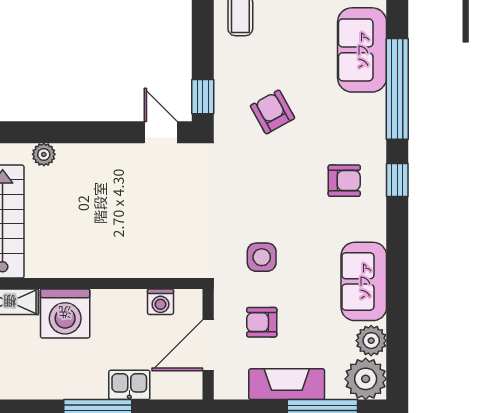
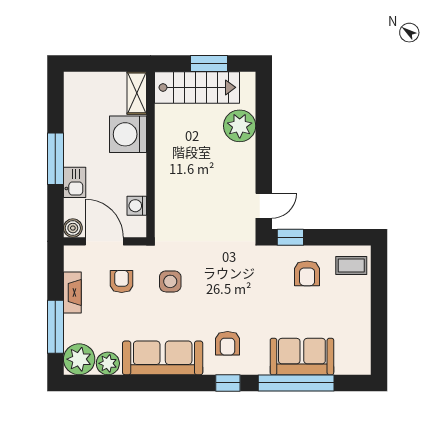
sofa: (362, 50) -> (302, 357), moved
armchair: (273, 112) -> (307, 273), moved, turned 119
plant: (44, 154) -> (240, 126), width x1.87, depth x1.87
sofa: (364, 281) -> (163, 358), width x1.36
fireplace: (287, 384) -> (72, 293), width x0.73, depth x0.76
boiler: (190, 387) -> (73, 228), added

